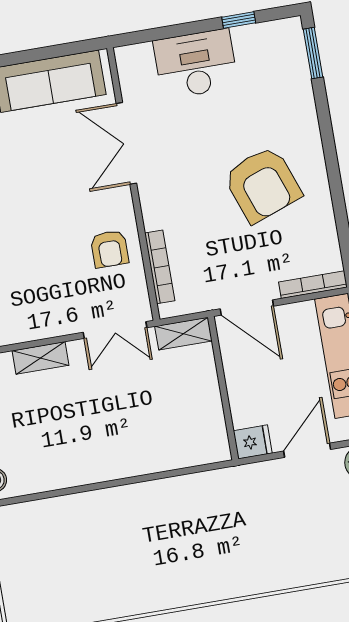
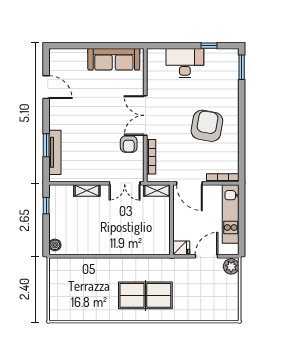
double door: (126, 143) -> (145, 115), moved
armchair: (262, 184) -> (207, 126), turned -150
table tennis table: (196, 551) -> (145, 295), added

